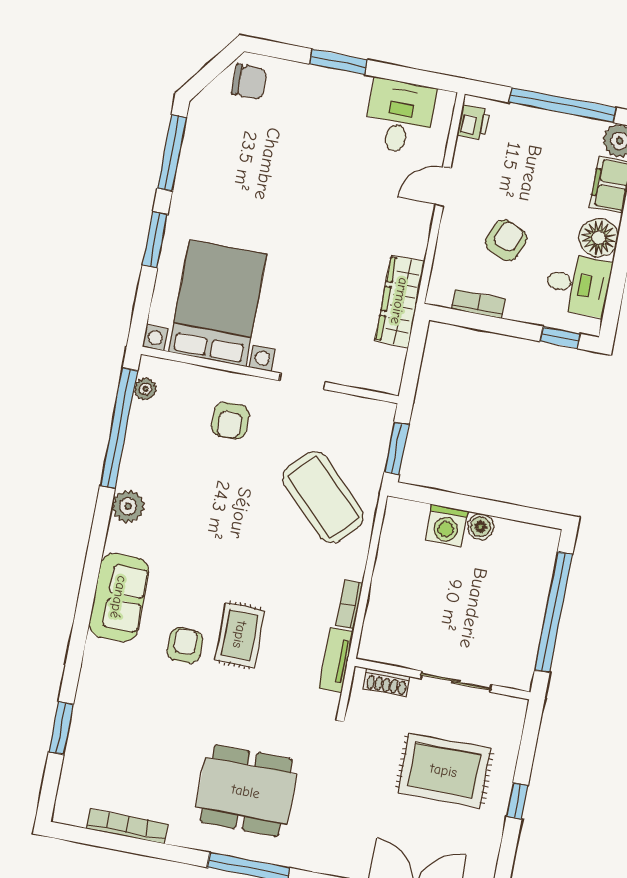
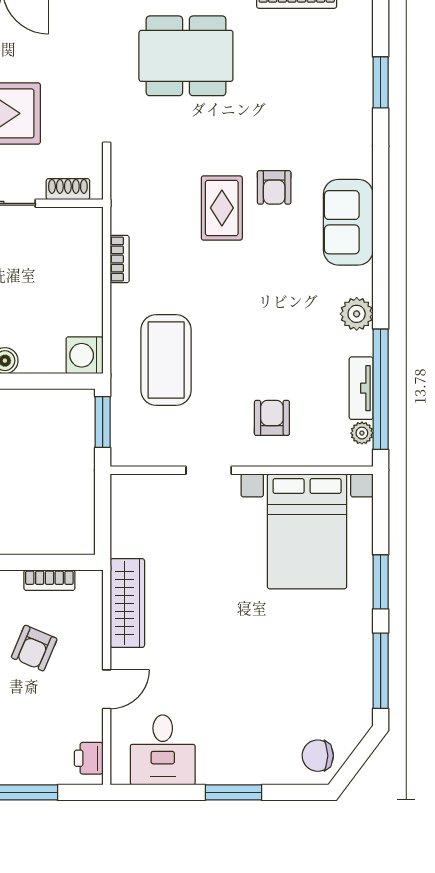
wardrobe: (400, 301) -> (127, 603), moved
coffee table: (323, 497) -> (166, 360), turned 45
washing machine: (446, 526) -> (85, 355), moved, turned -90
tv unit: (336, 660) -> (361, 388), moved, turned 180

